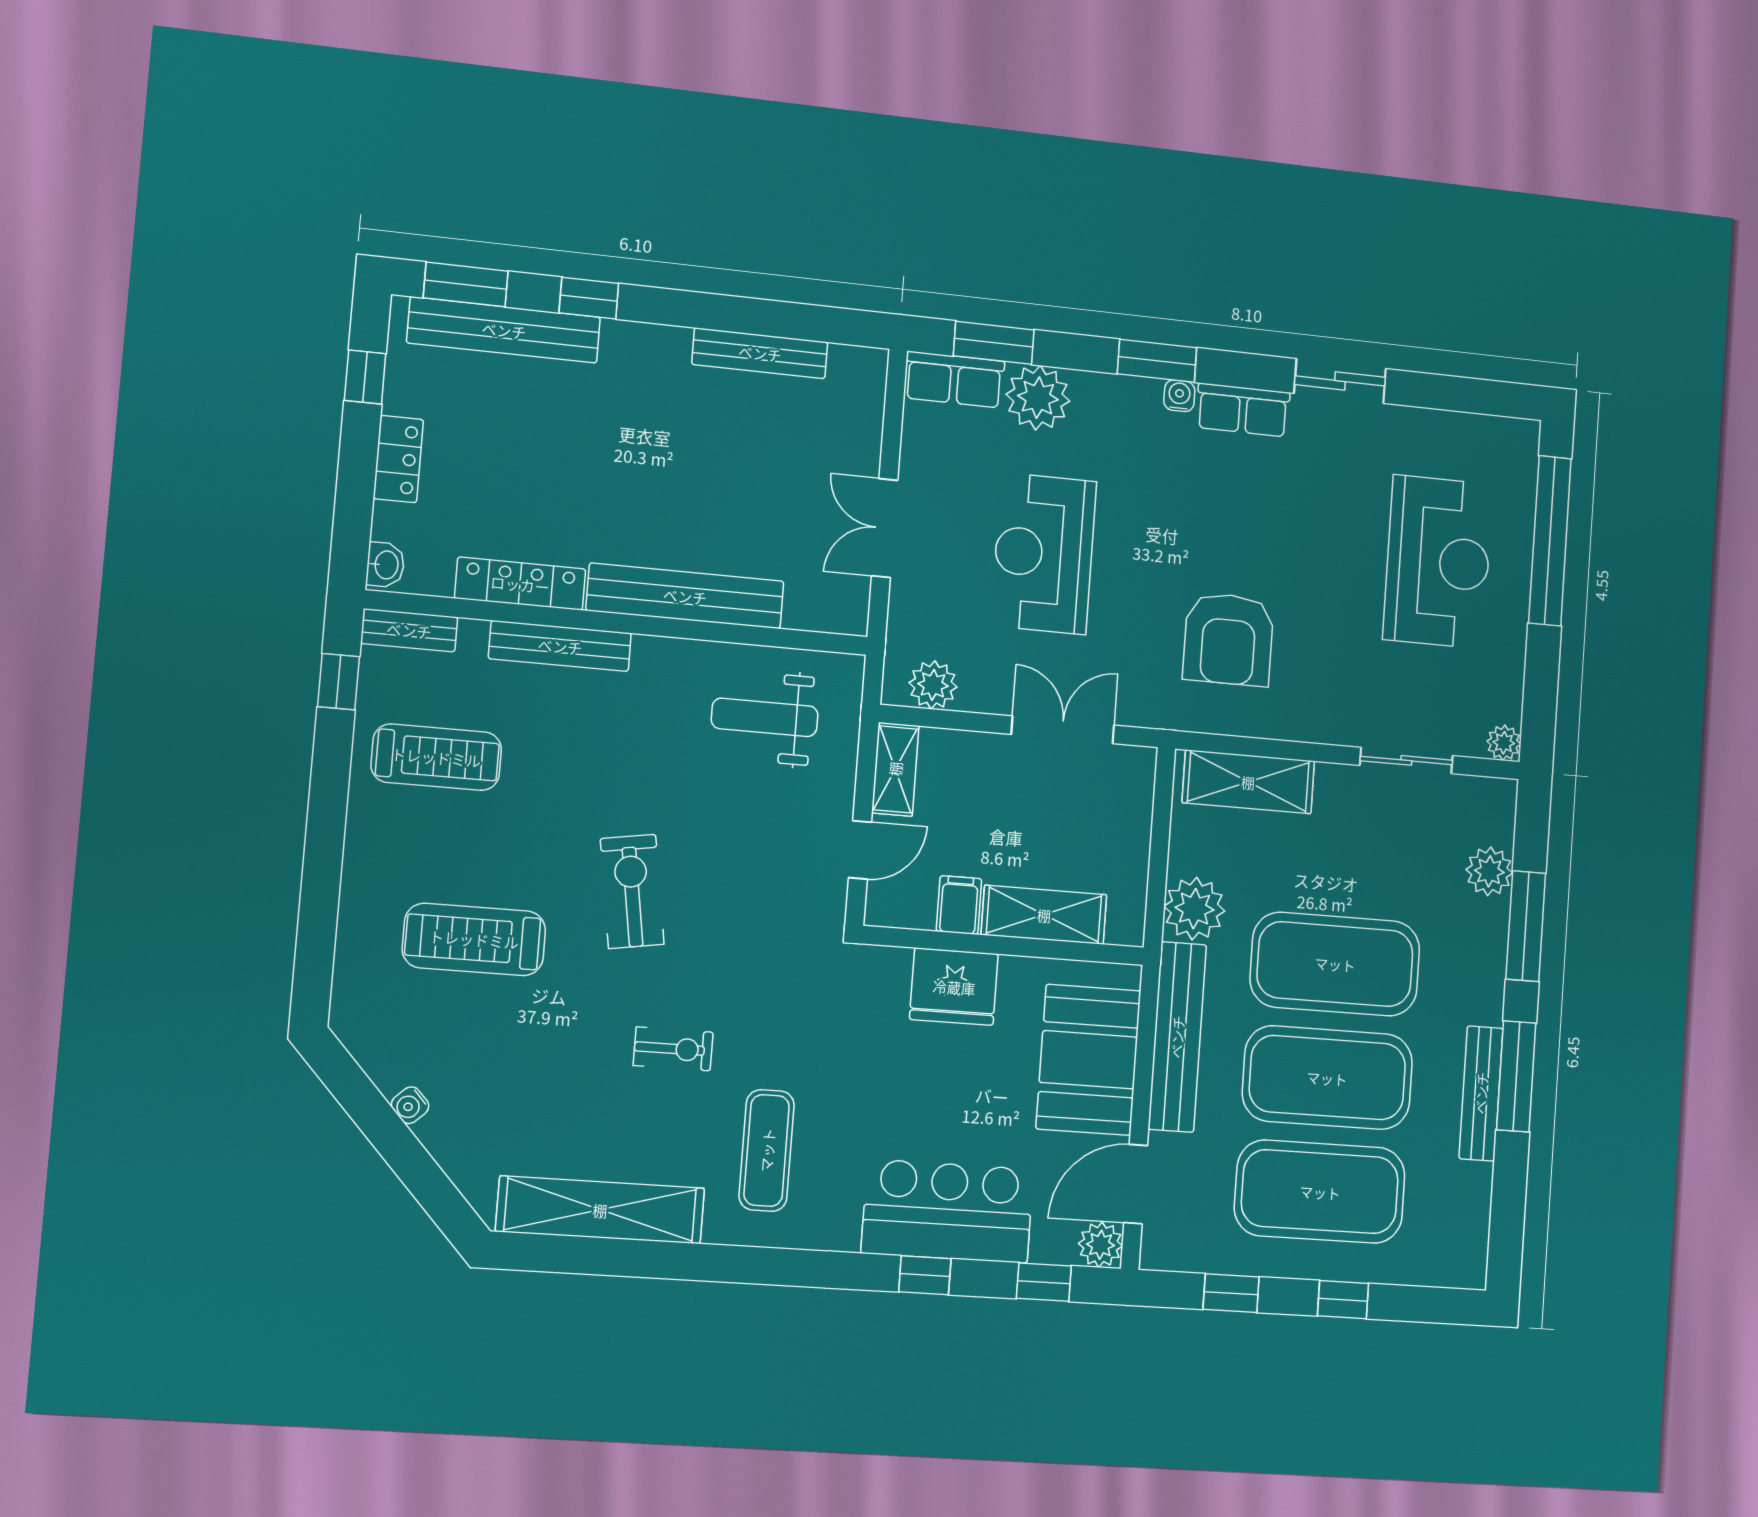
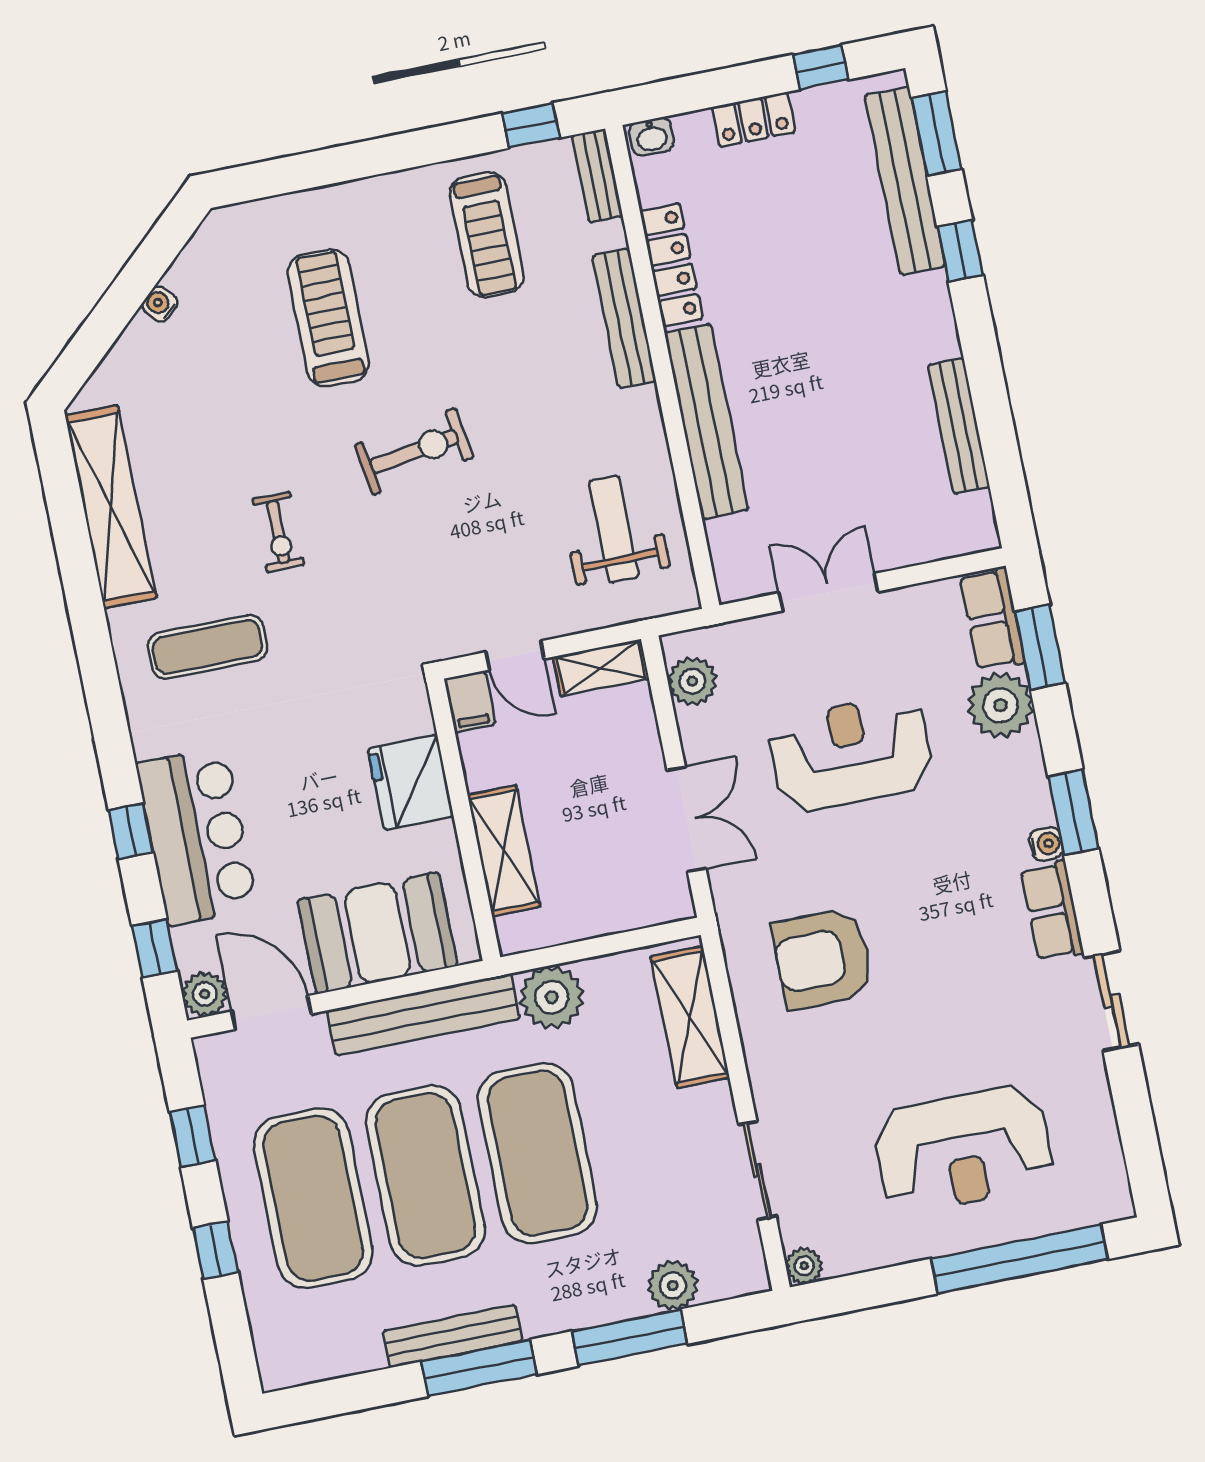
filing cabinet: (959, 905) -> (470, 702), moved, turned 90

